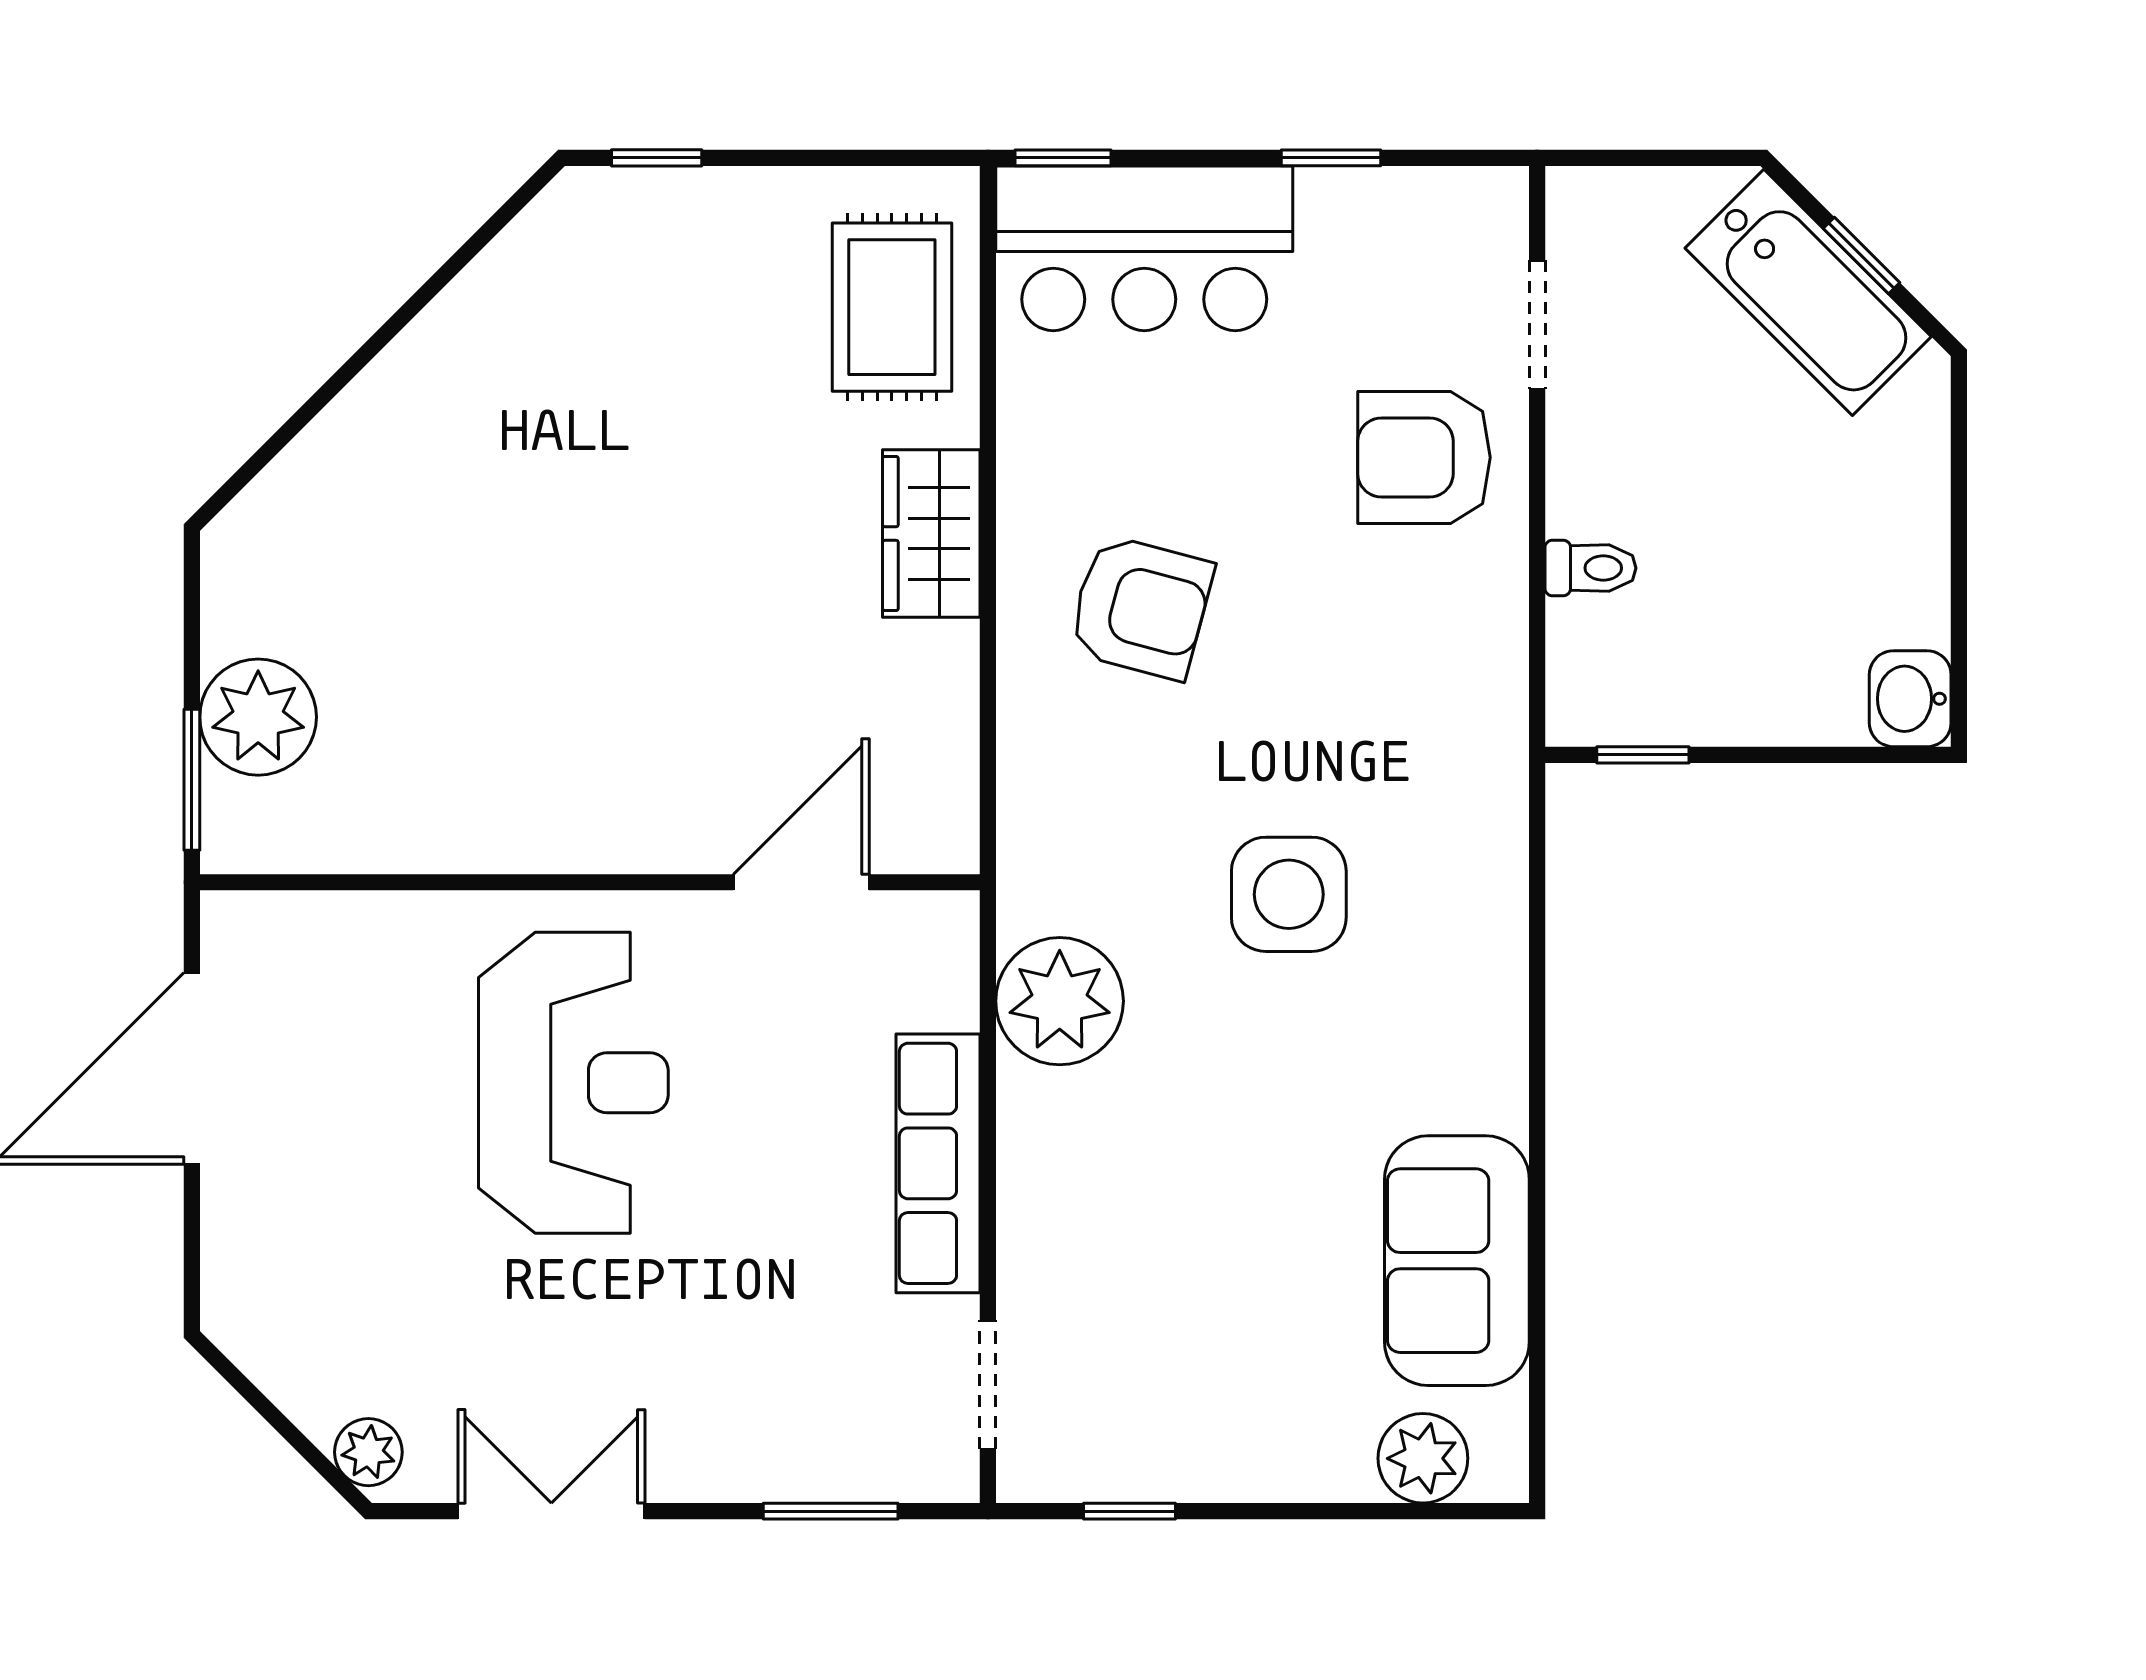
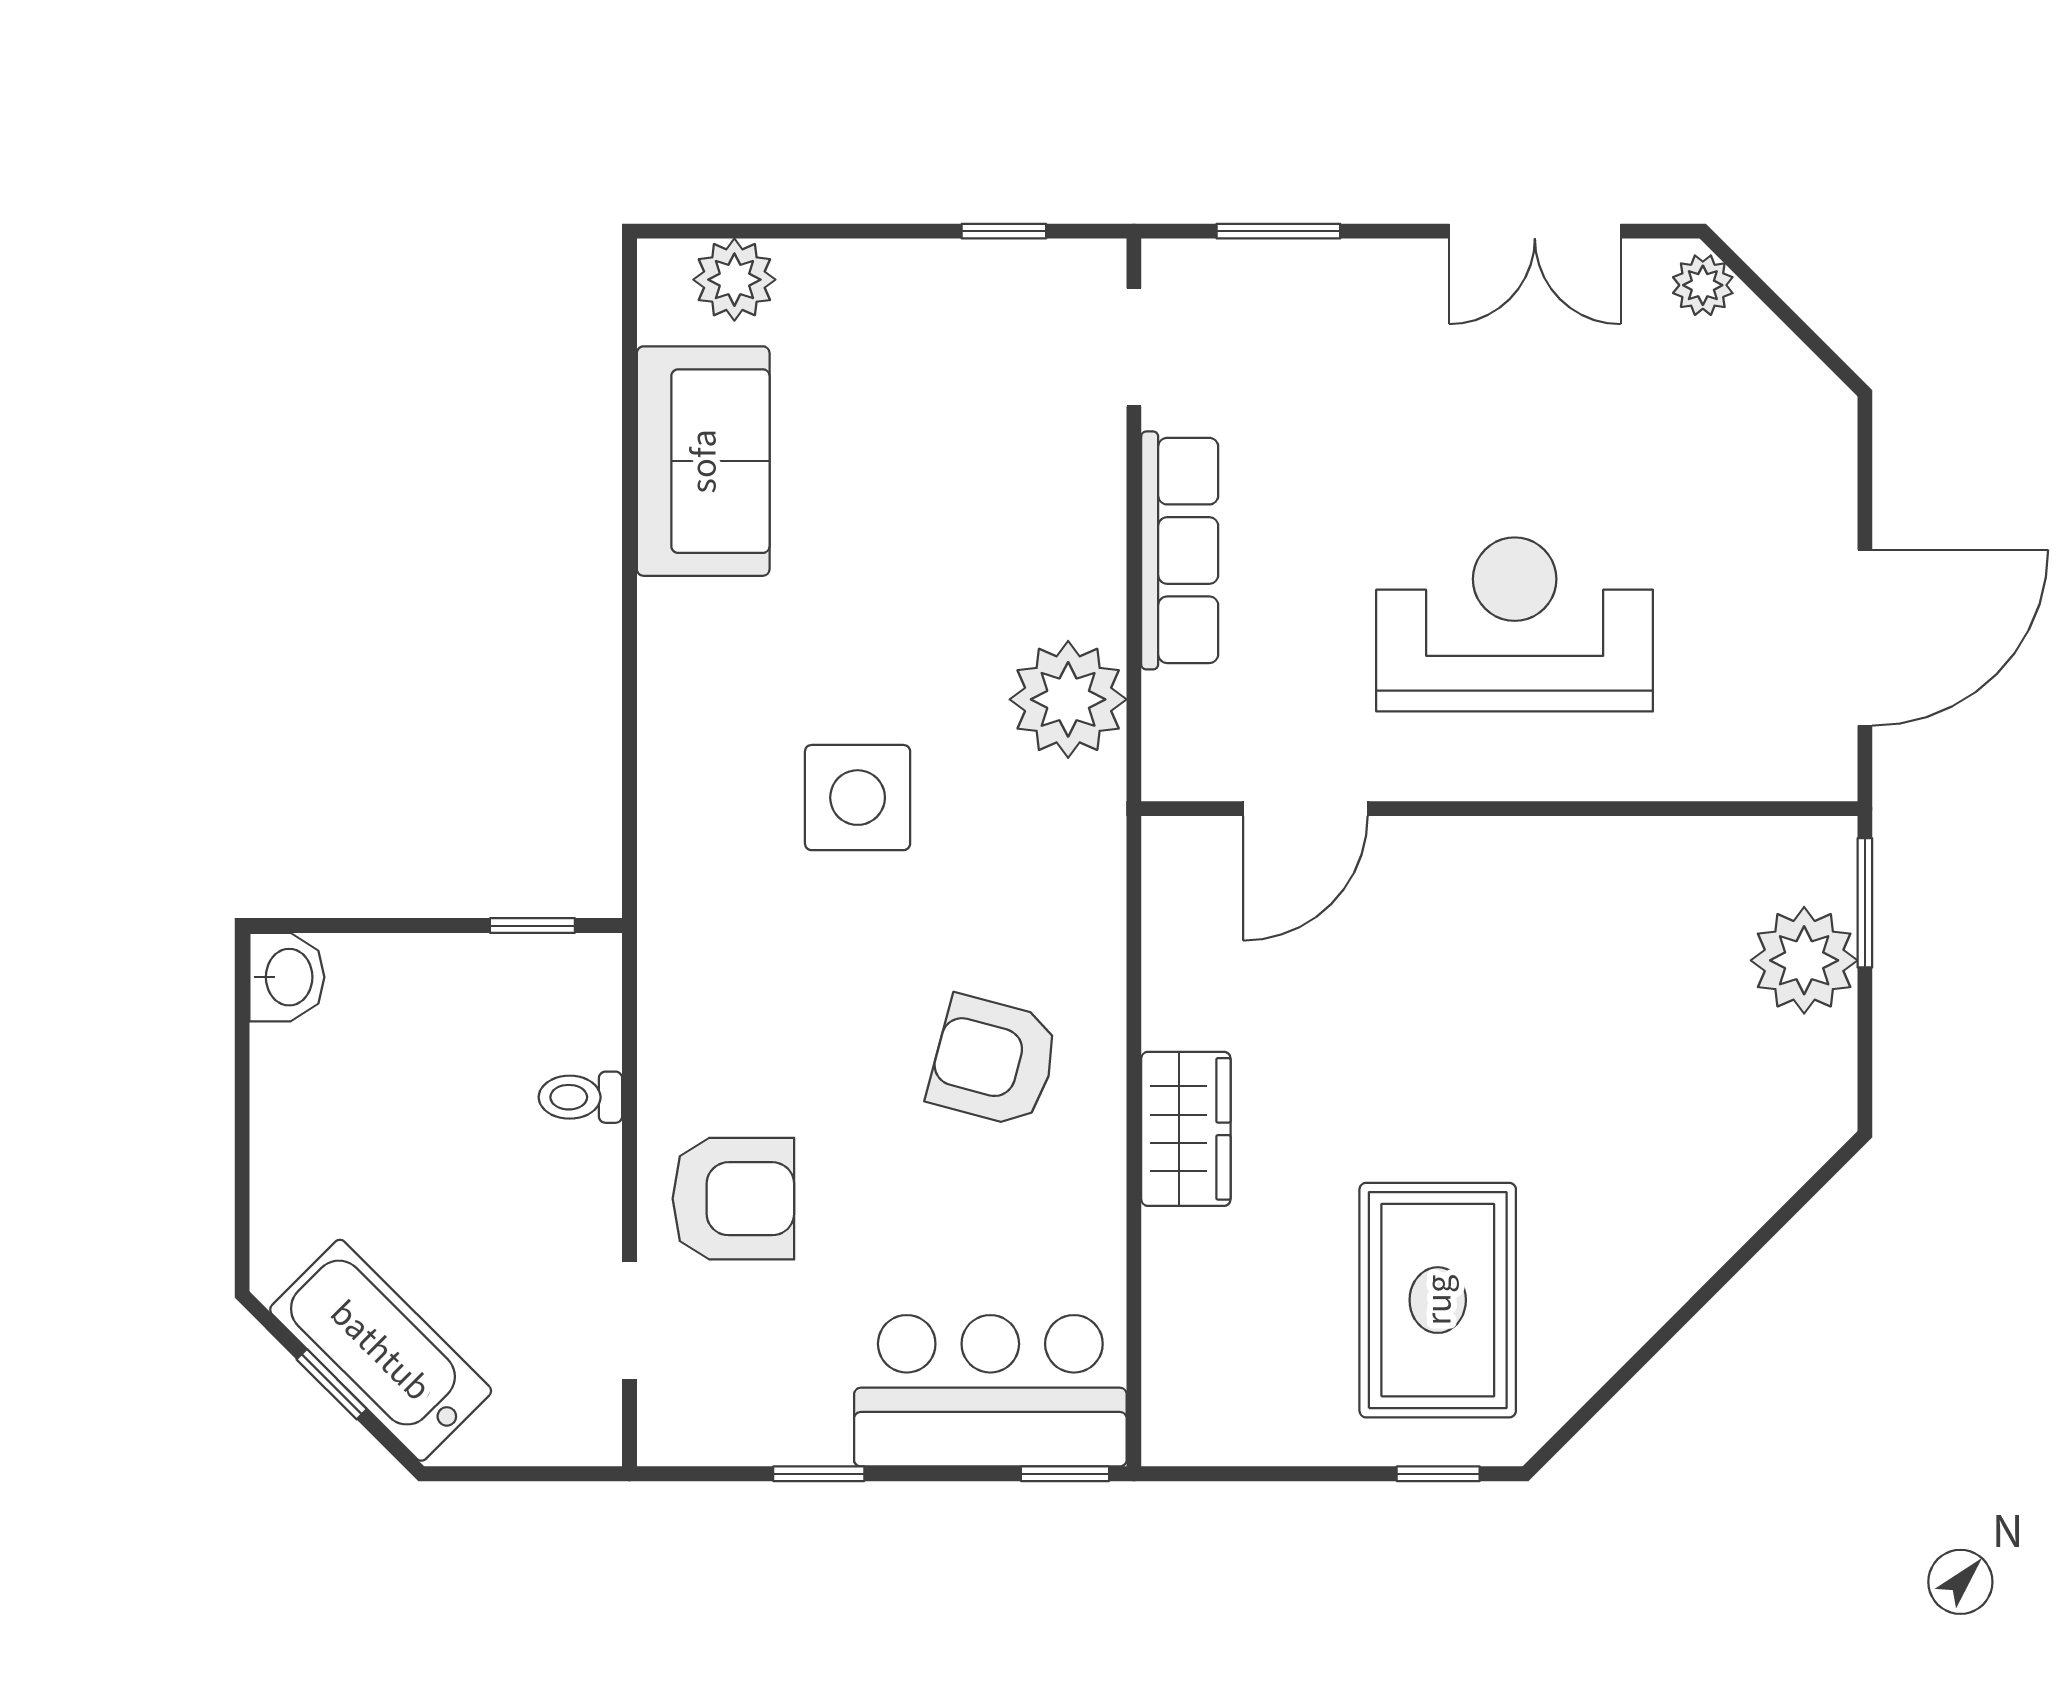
rug: (892, 307) -> (1438, 1300), moved, width x1.36, depth x1.43
reception desk: (573, 1083) -> (1515, 624), turned 90

